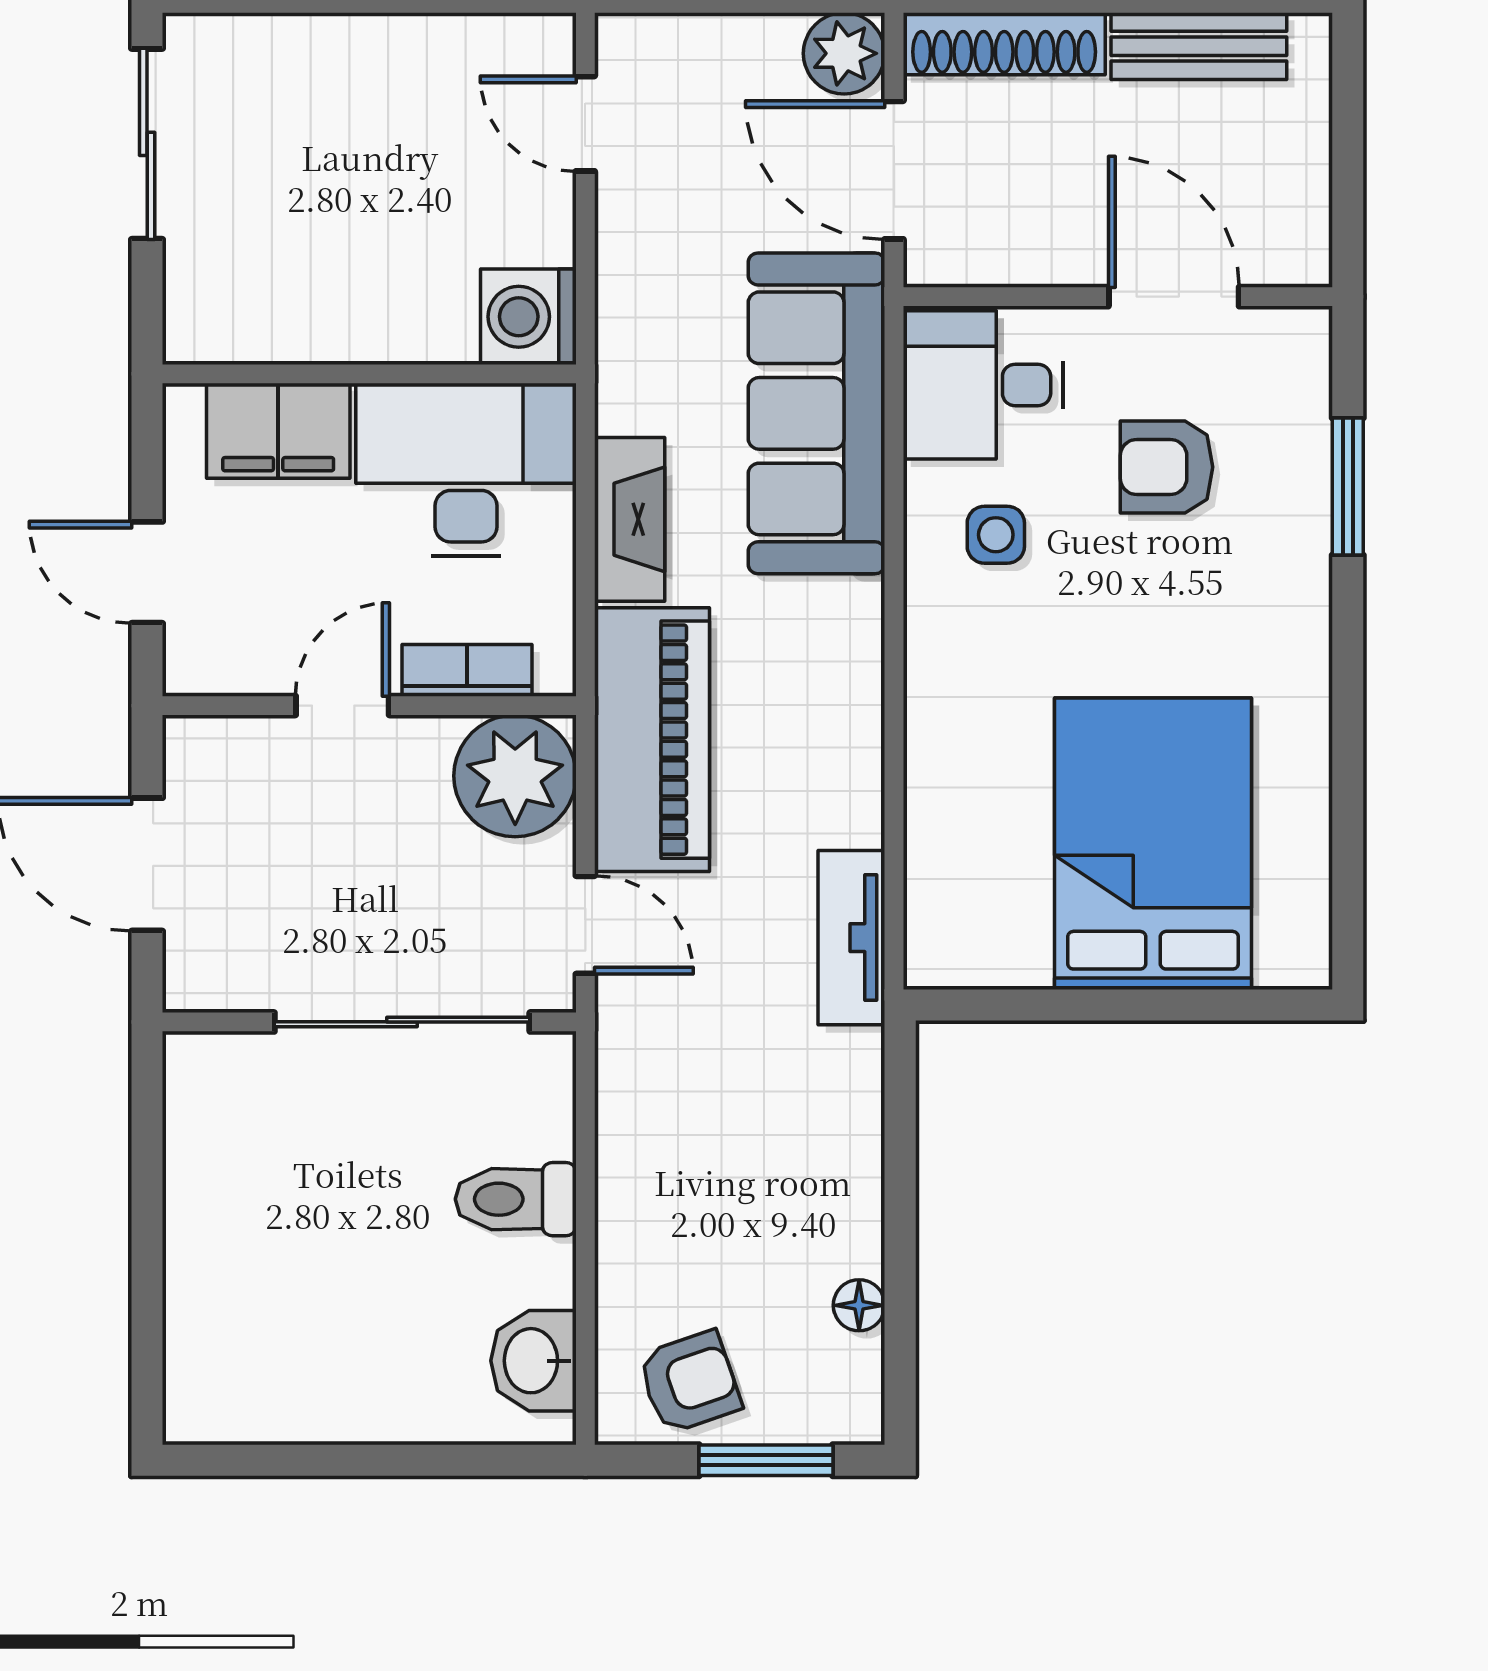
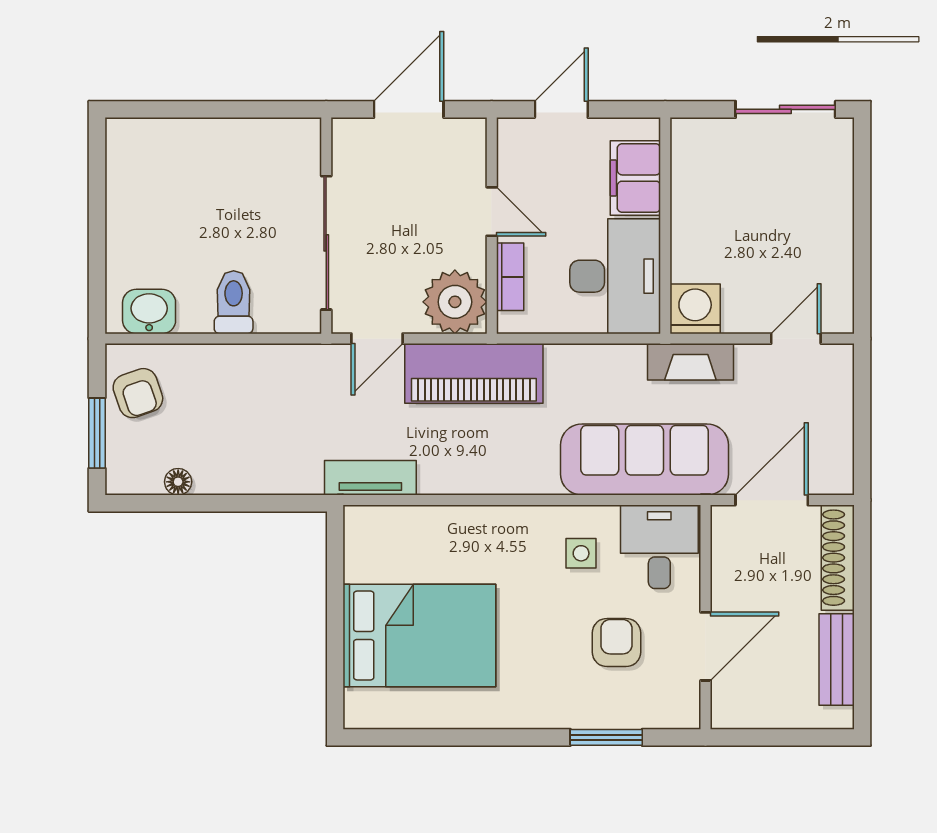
plant: (844, 53) -> (833, 474), removed
fireplace: (630, 519) -> (690, 362), moved

